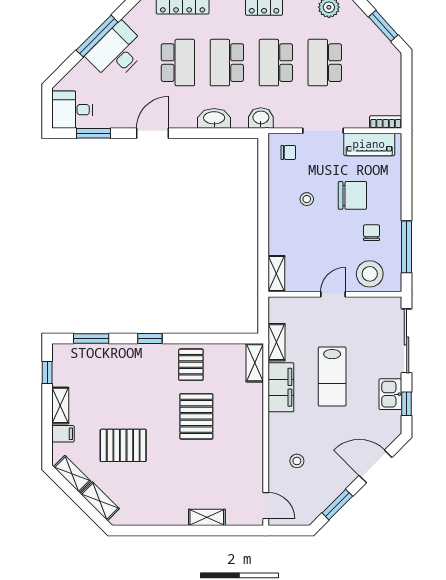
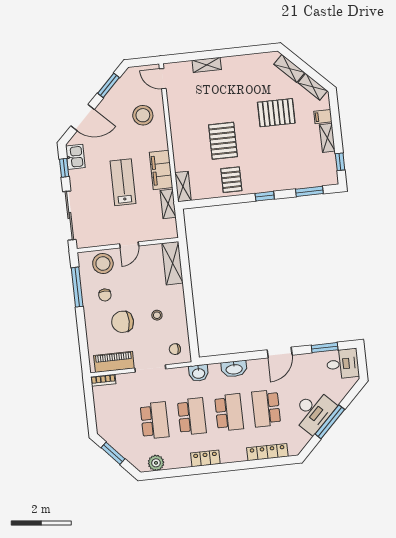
shelving: (276, 274) -> (173, 263), width x1.50, depth x1.33
kitchen sink: (390, 394) -> (75, 157), moved
stool: (297, 461) -> (143, 115), width x1.89, depth x1.89

